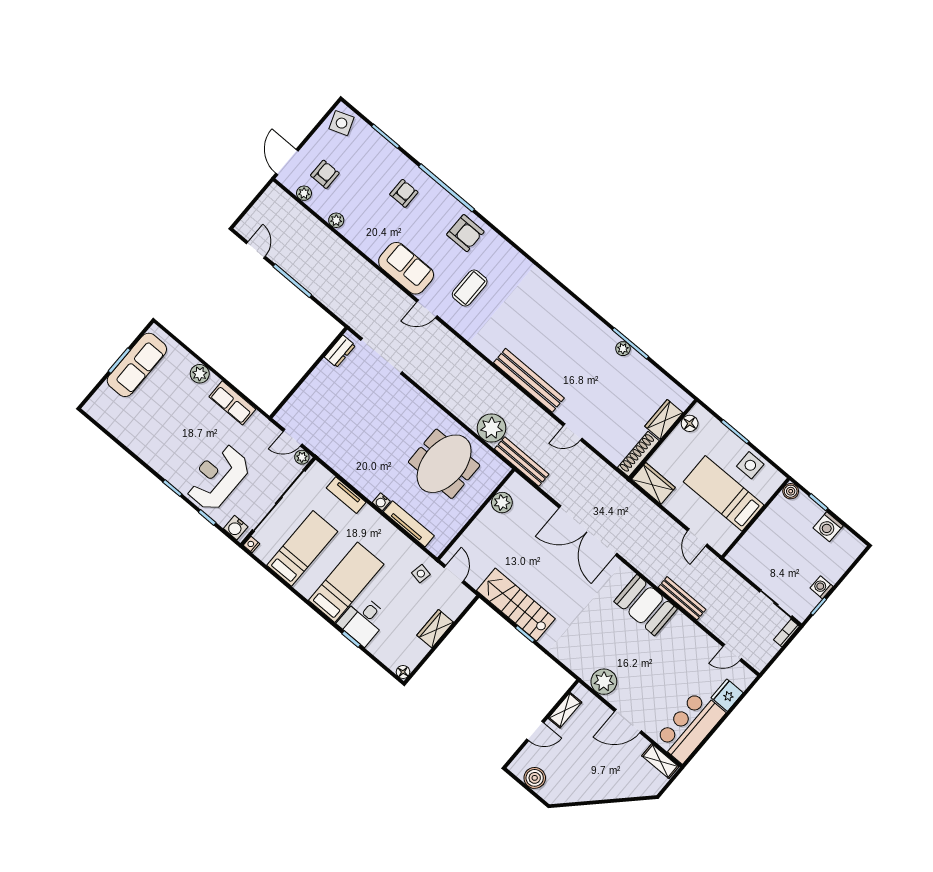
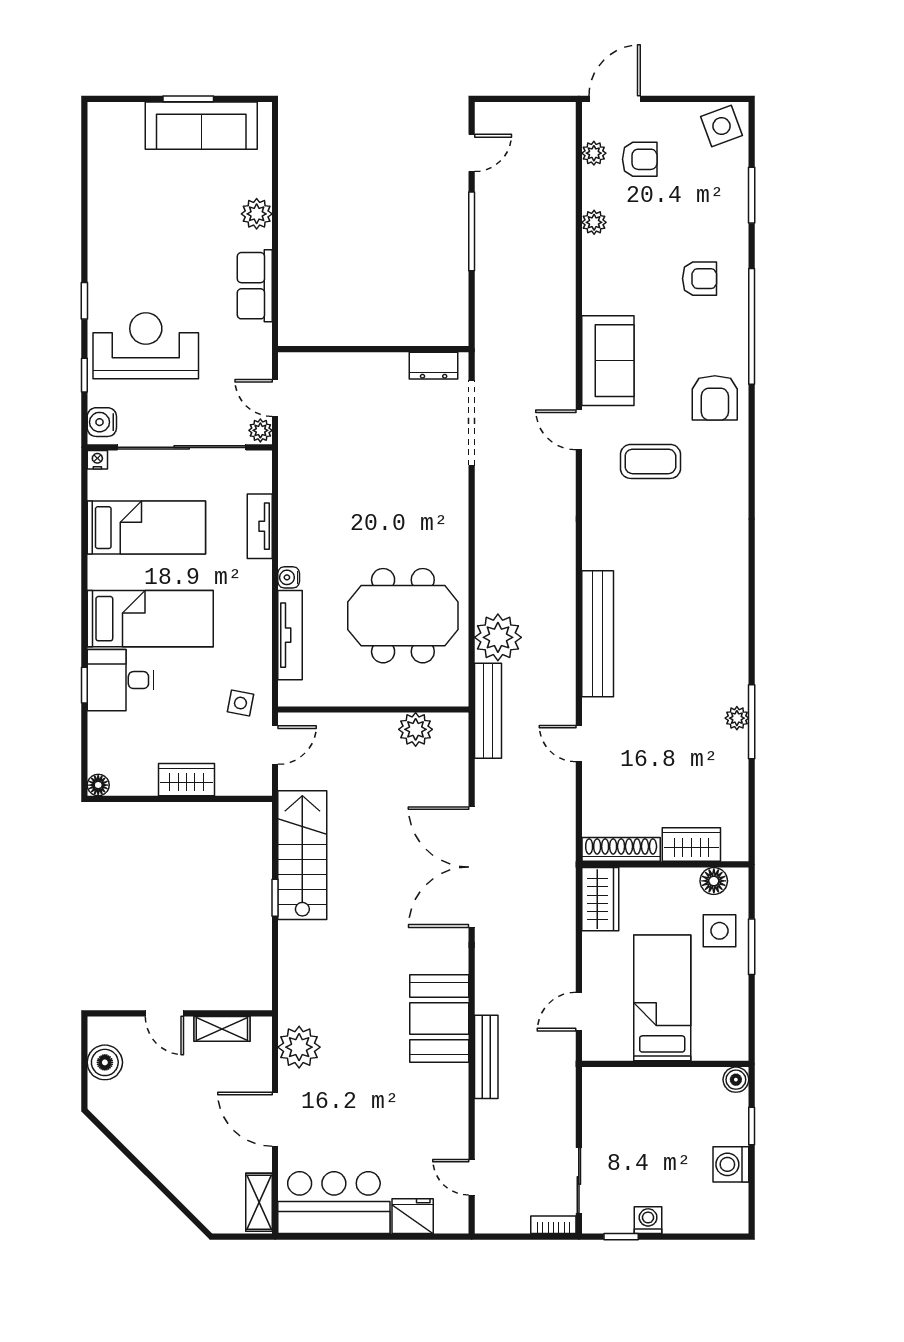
side table: (750, 465) -> (719, 931), moved

